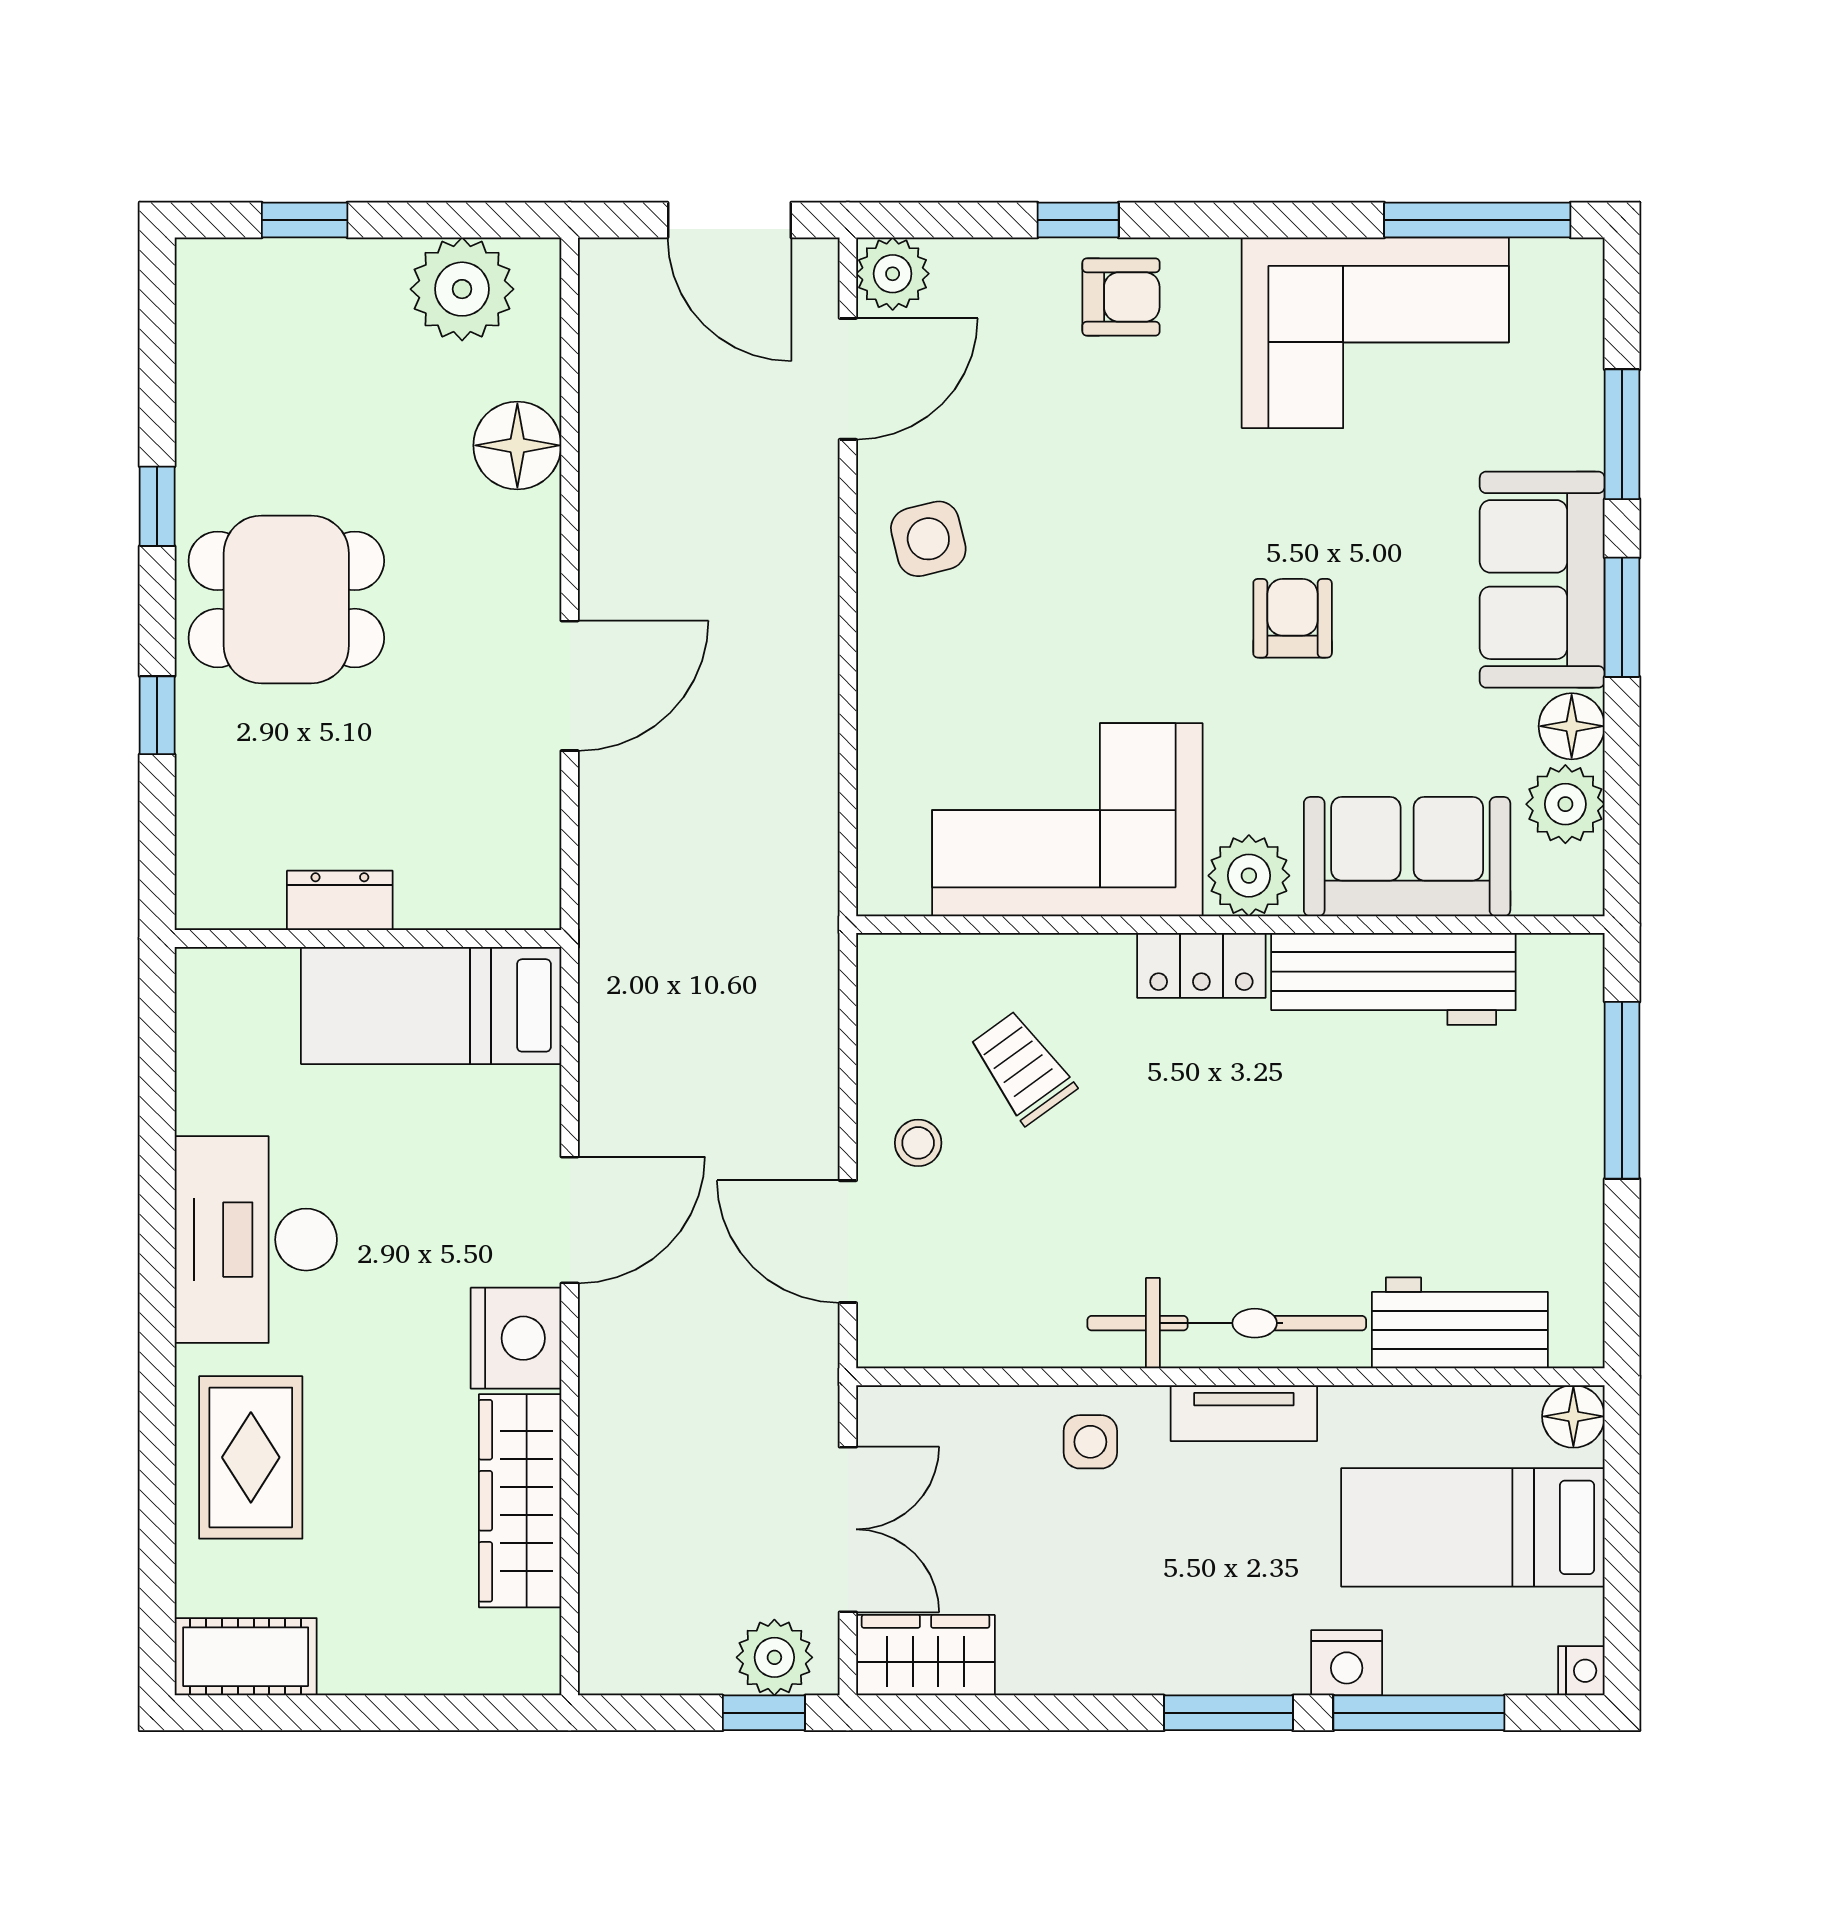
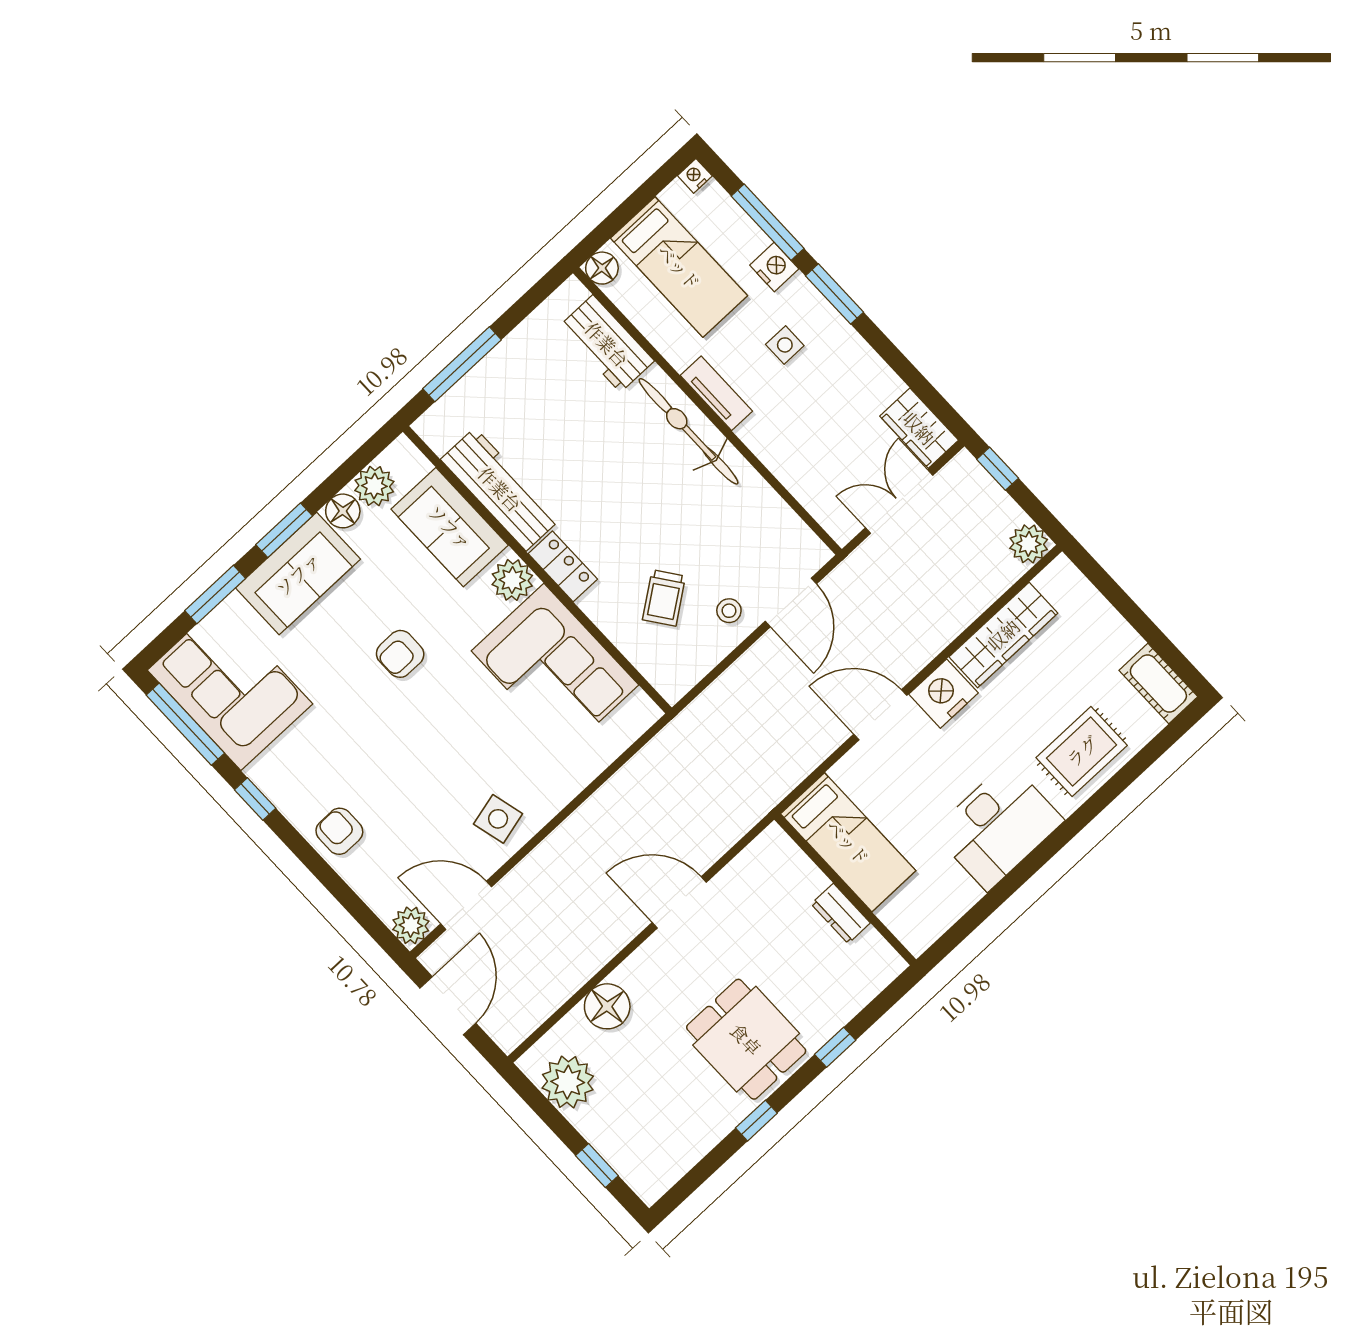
window: (1078, 220) -> (255, 799), moved
corner sofa: (1375, 333) -> (230, 687), moved
side table: (1090, 1442) -> (785, 345), moved
plant: (774, 1657) -> (1029, 544), moved

